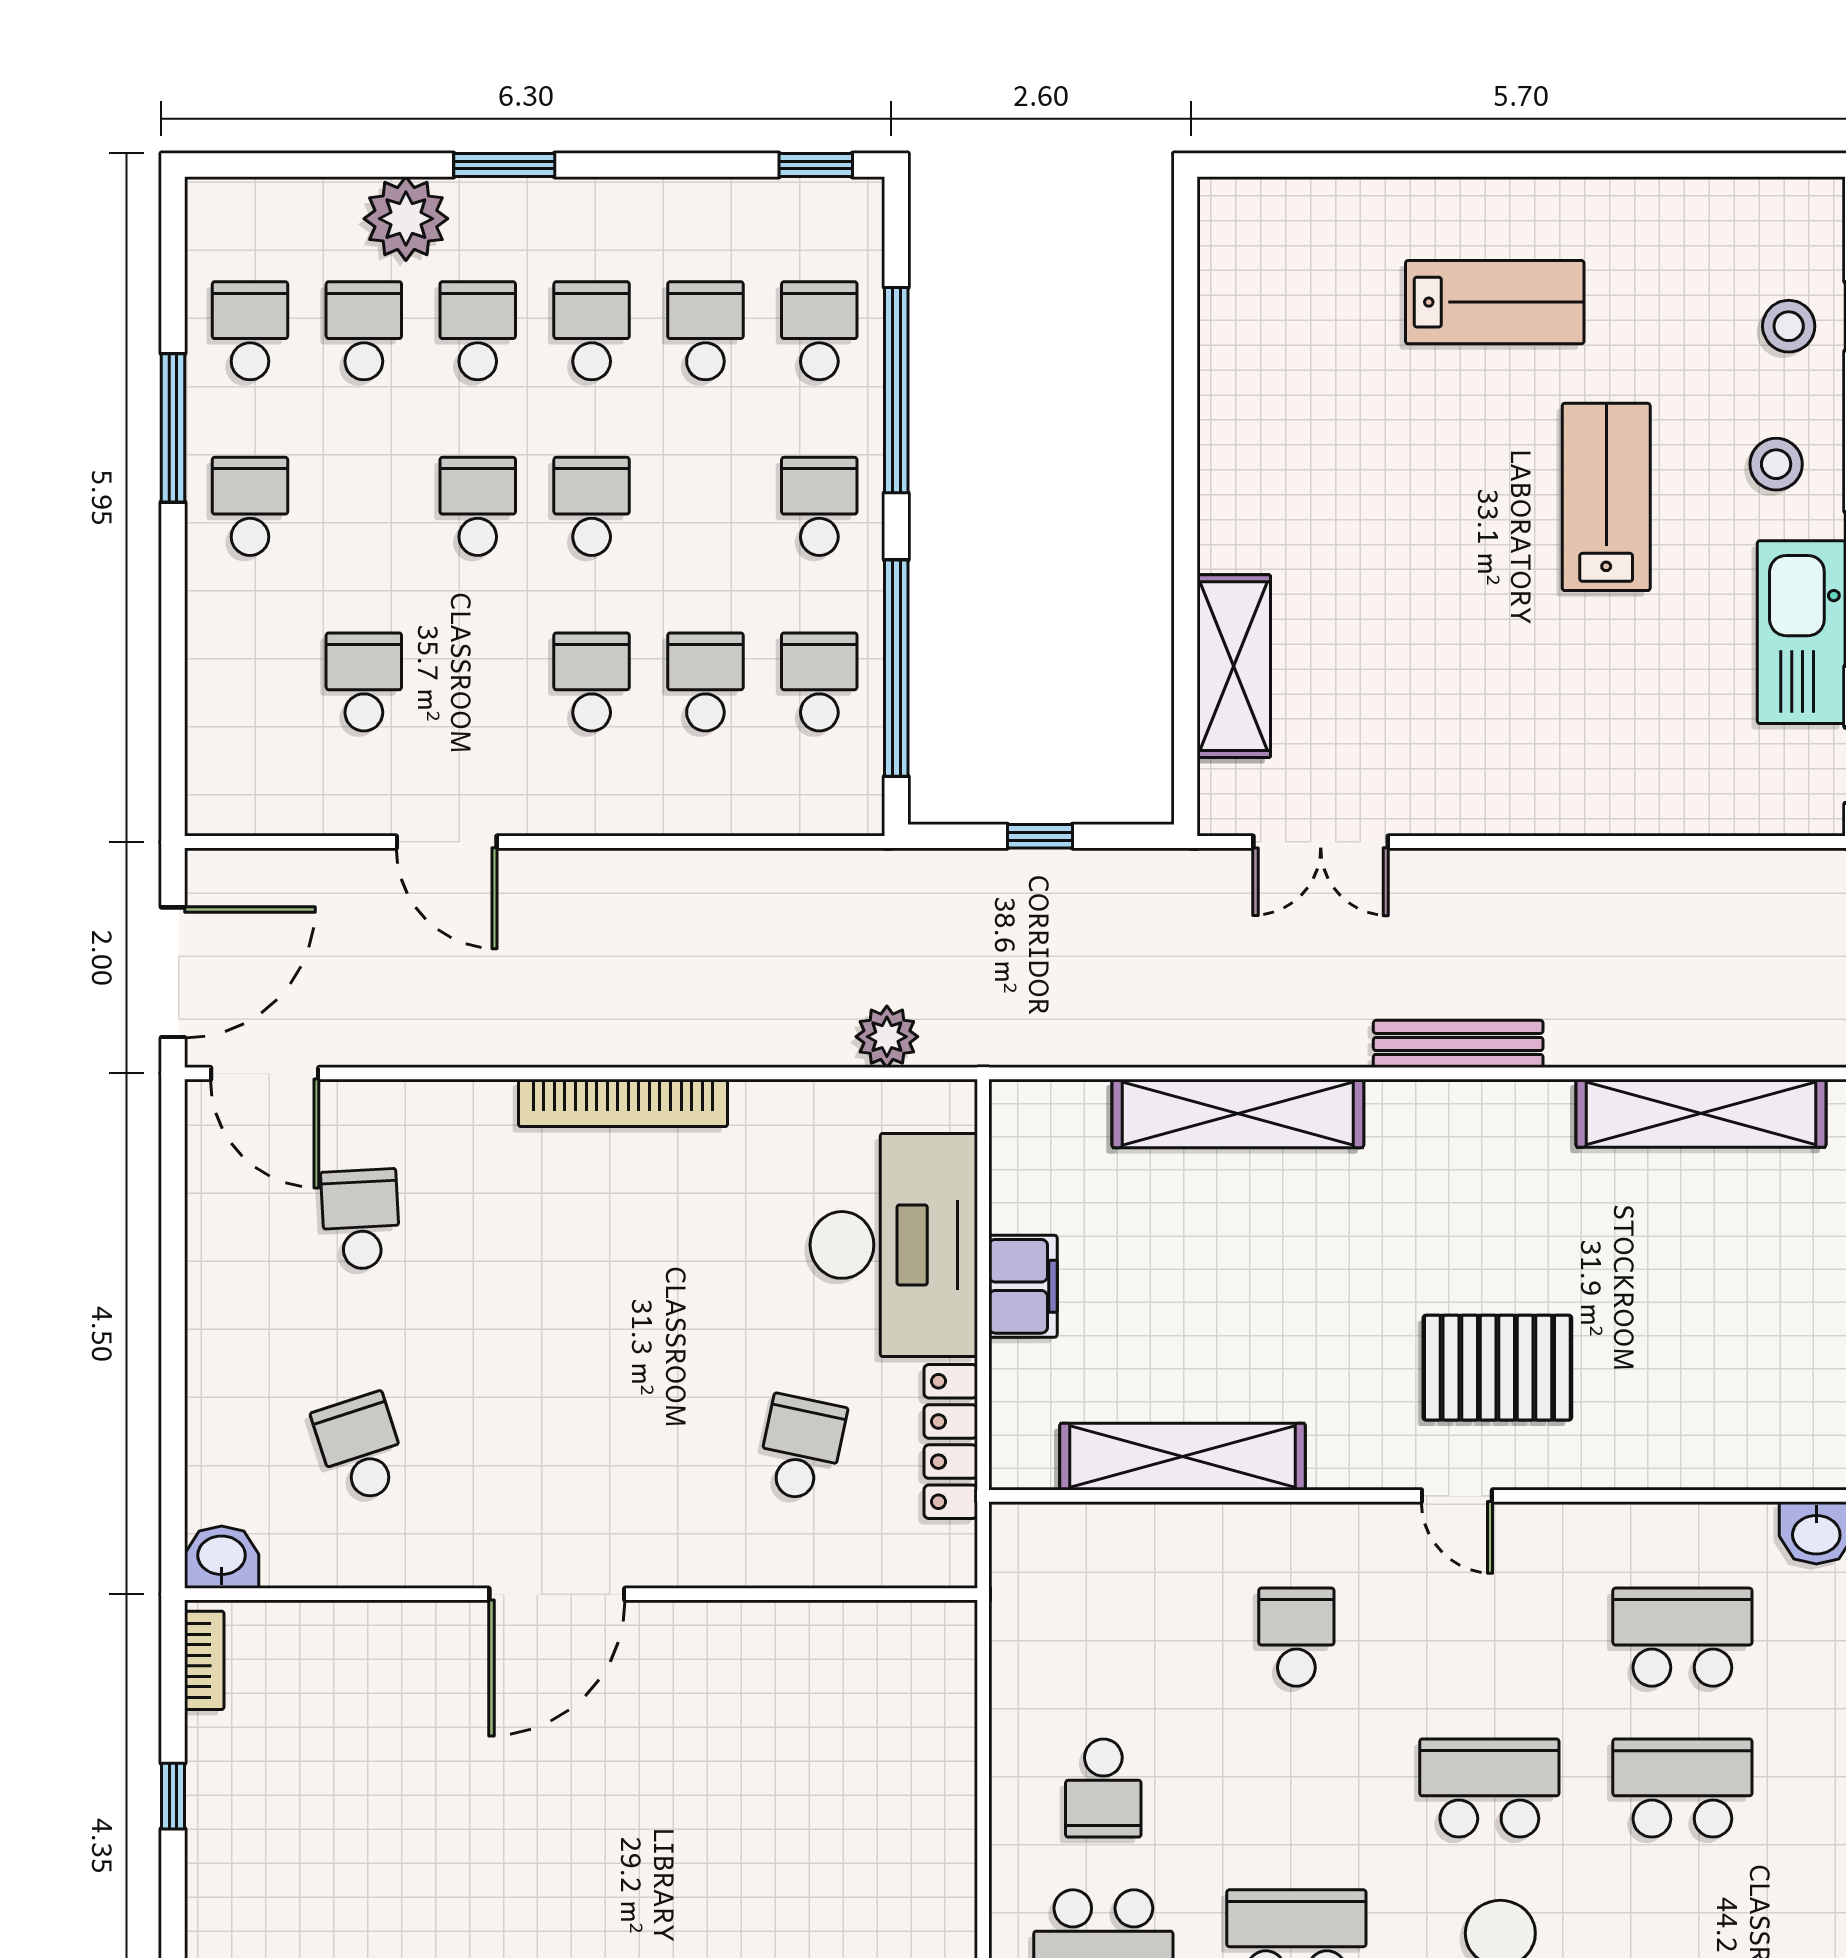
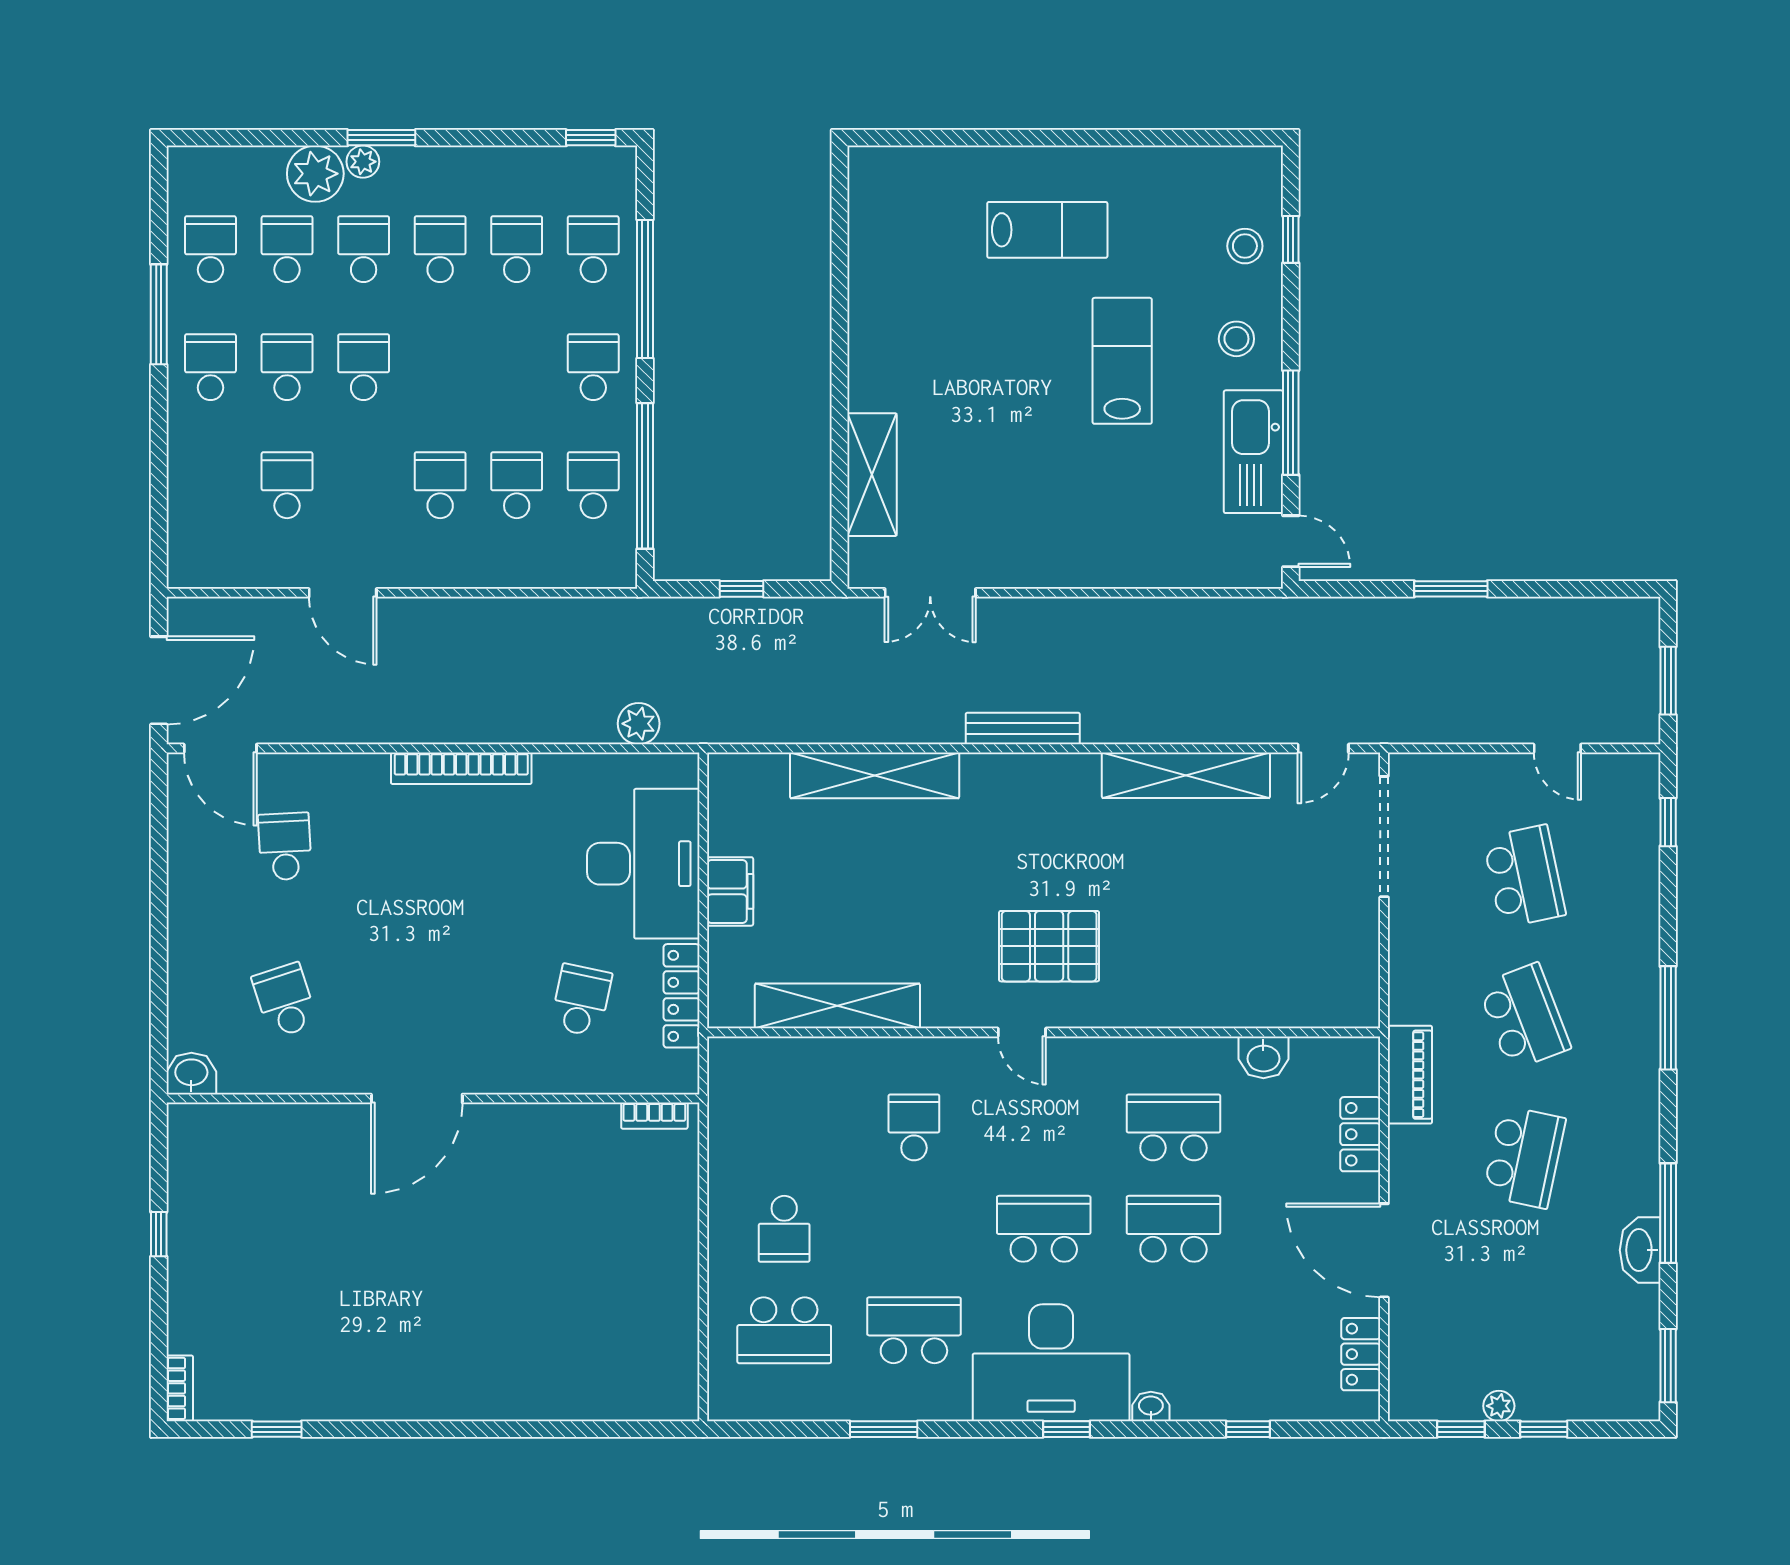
plant: (477, 201) -> (363, 162), added
school desk: (592, 506) -> (287, 367), moved
bookcase: (204, 1660) -> (654, 1116), moved, turned 90

